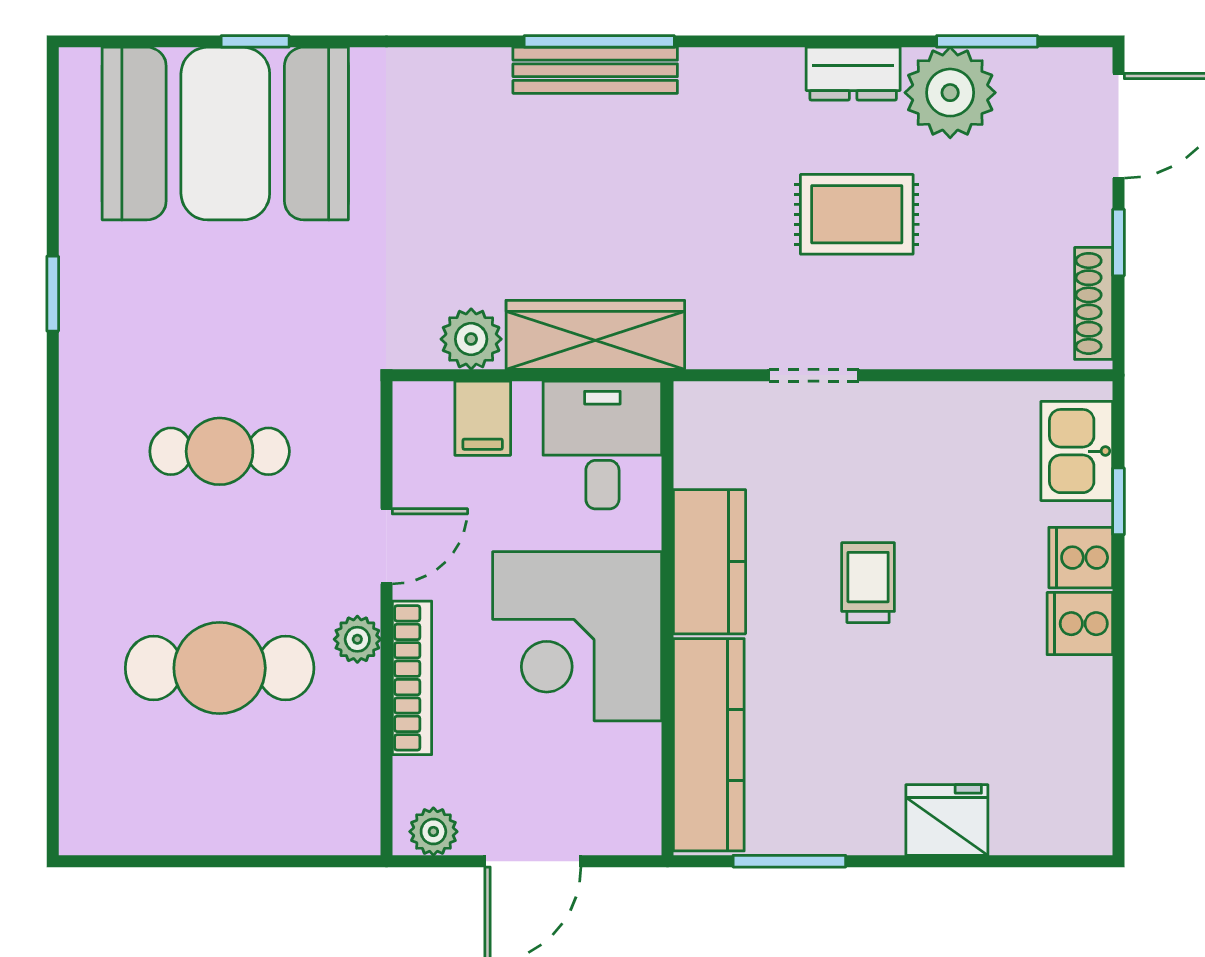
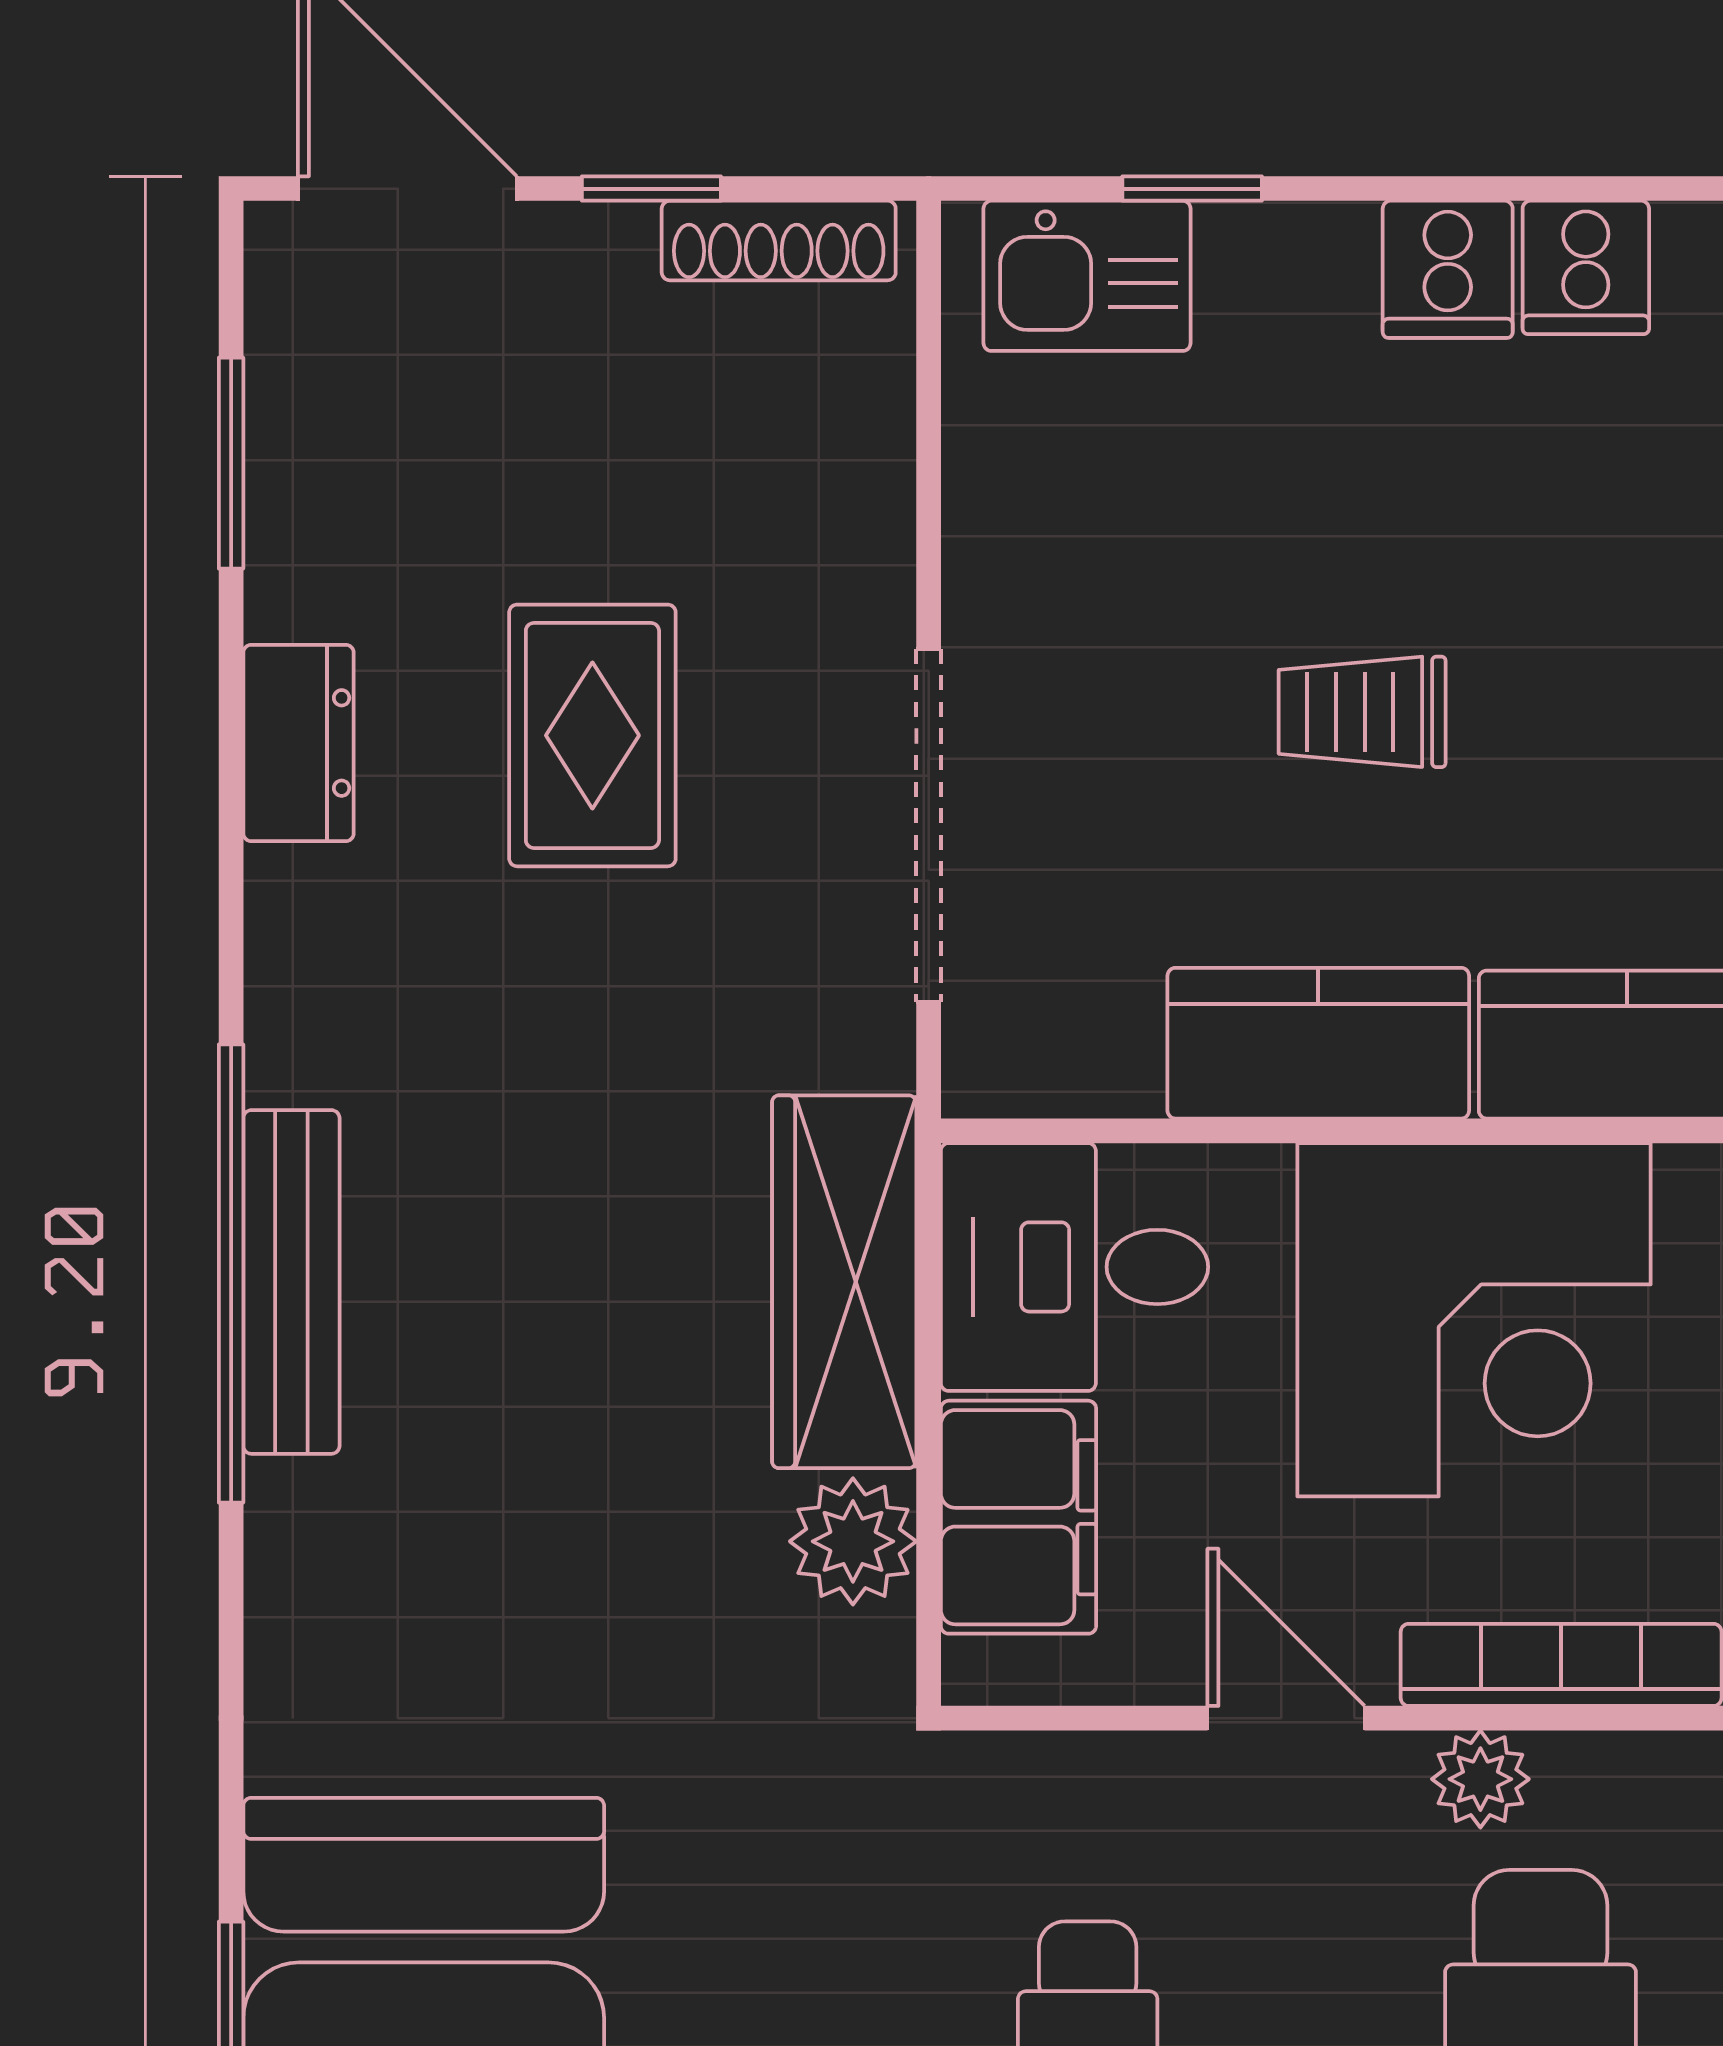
window: (599, 41) -> (231, 1274), width x1.46
plant: (950, 93) -> (338, 540), removed
doorway: (814, 375) -> (929, 825), width x1.87
filing cabinet: (483, 418) -> (1018, 1517), width x2.00
cooker: (1081, 558) -> (1586, 267), moved

